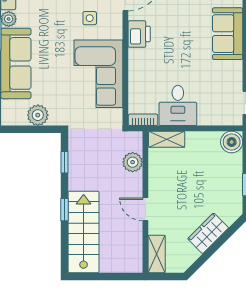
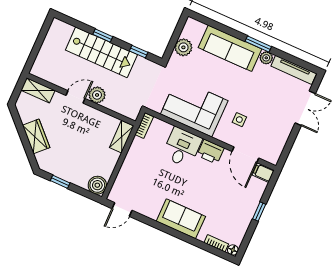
desk: (178, 105) -> (182, 147), moved, turned 90
plant: (133, 162) -> (97, 95), moved
stairs: (84, 232) -> (101, 52), moved

